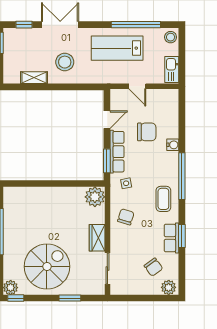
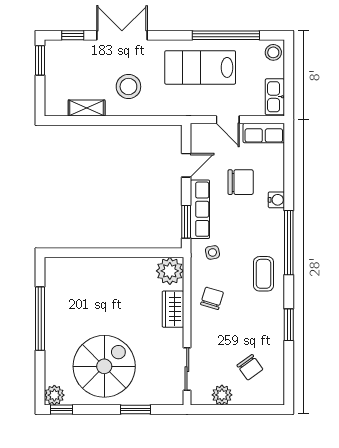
wardrobe: (97, 238) -> (173, 309), moved
row of seats: (171, 238) -> (264, 133), moved, turned -90
plant: (169, 287) -> (222, 395), moved

